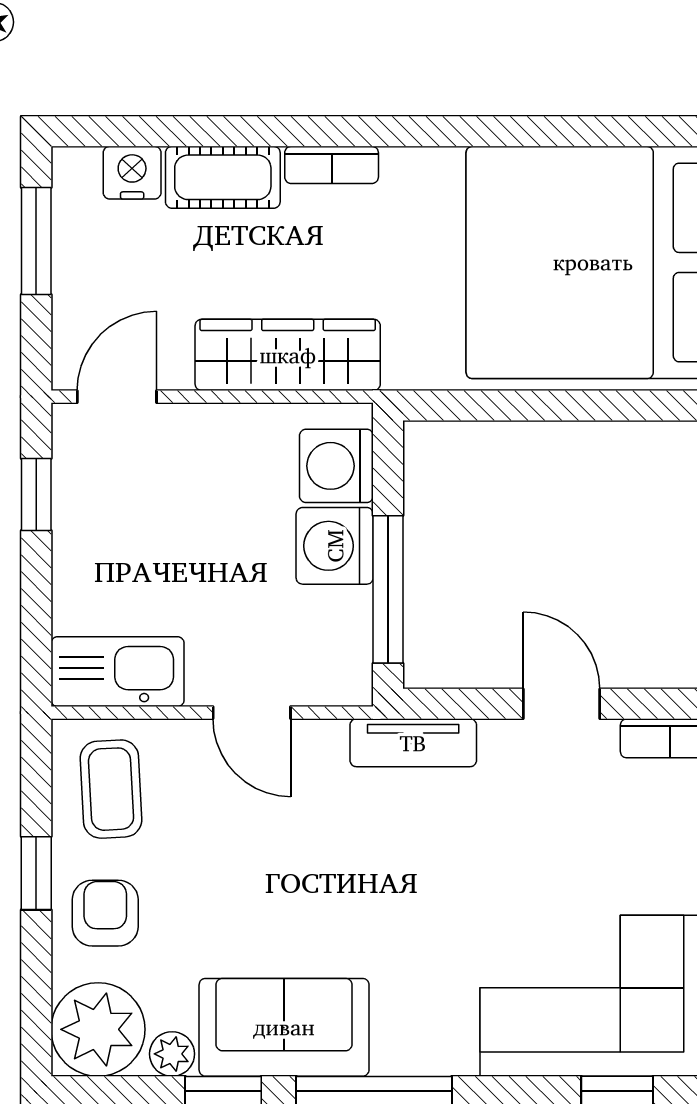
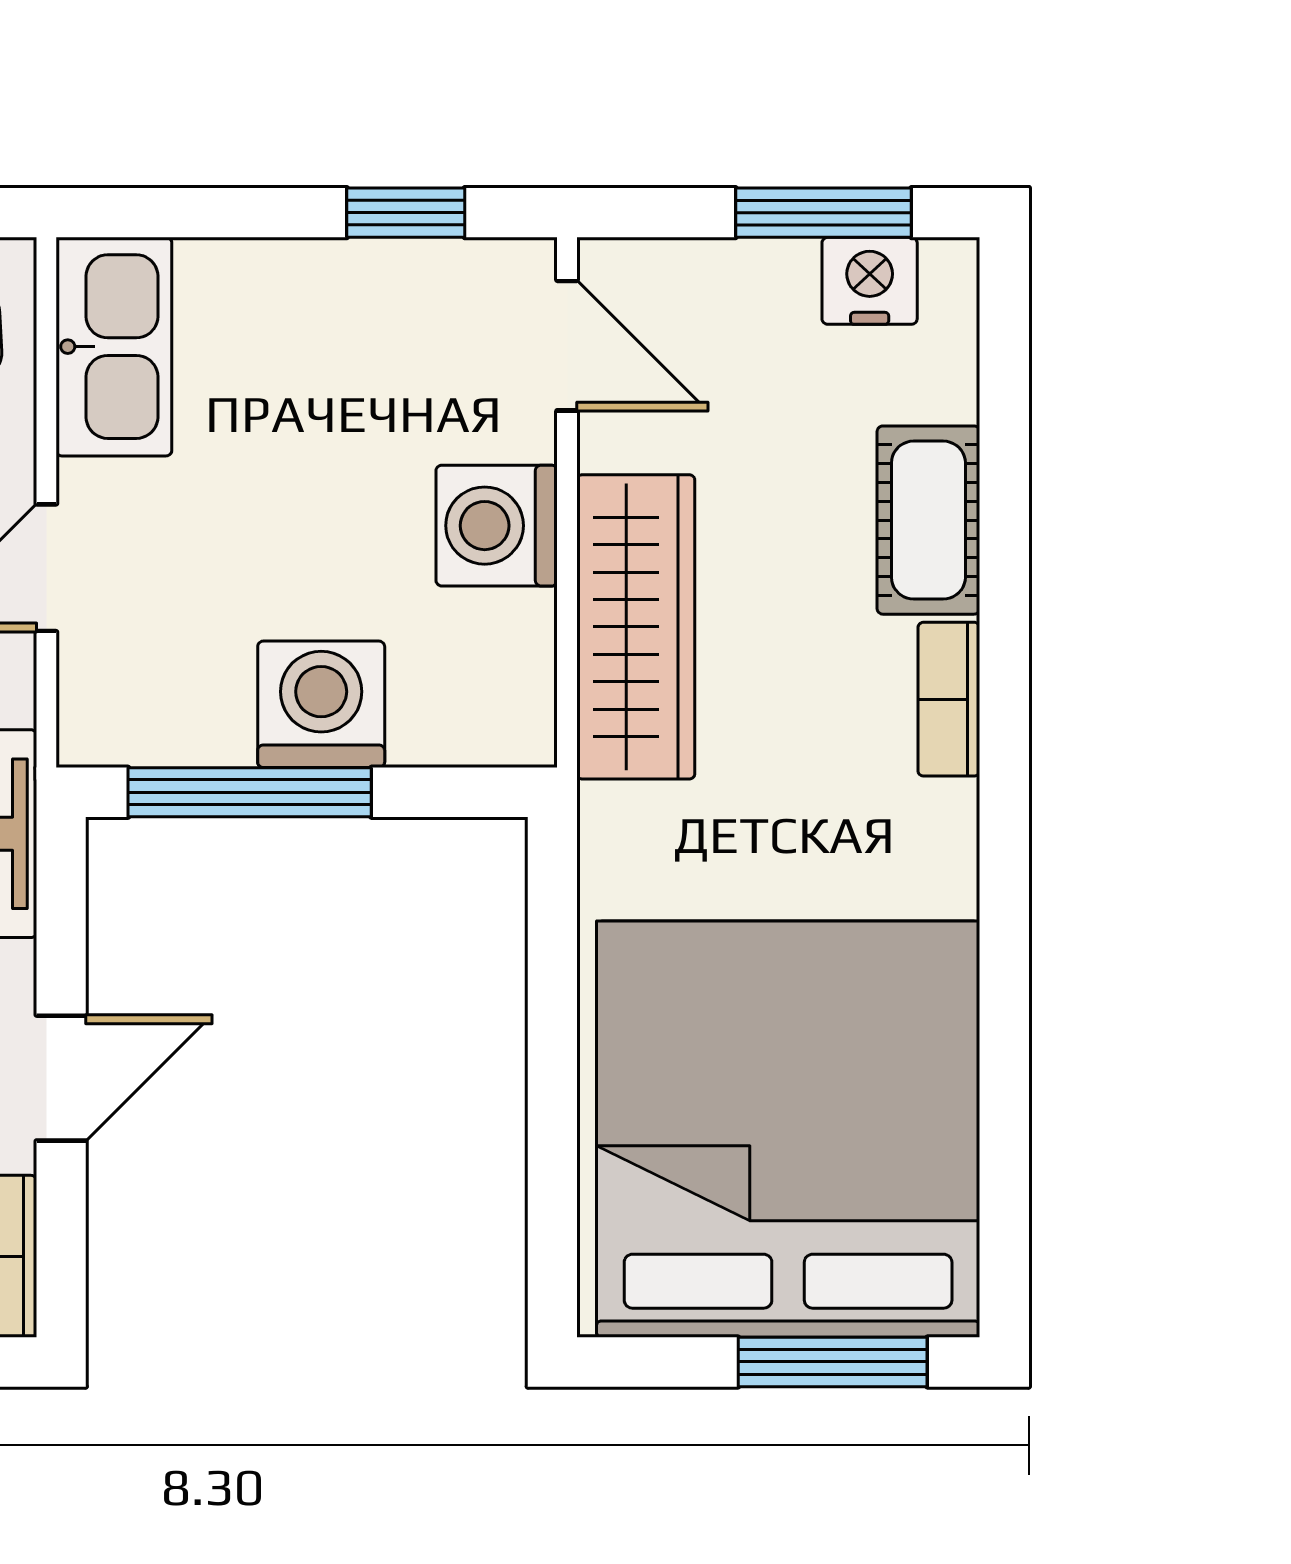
nightstand: (132, 173) -> (870, 281), moved, turned -90
washing machine: (336, 466) -> (497, 526), moved, turned -90

